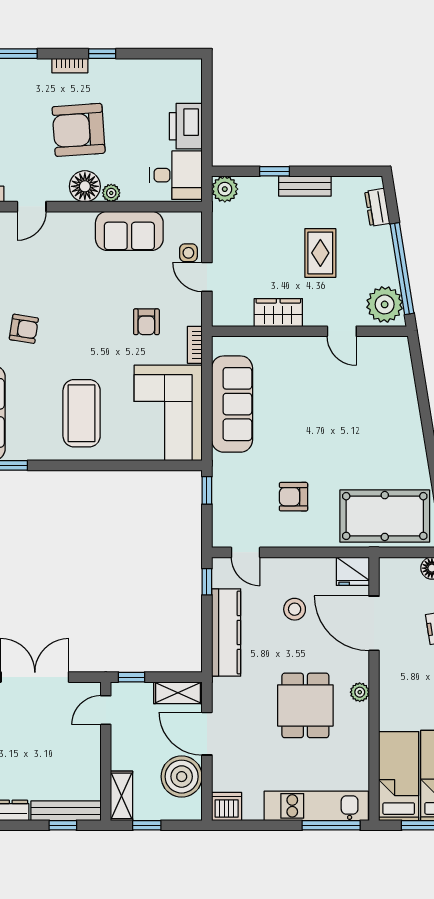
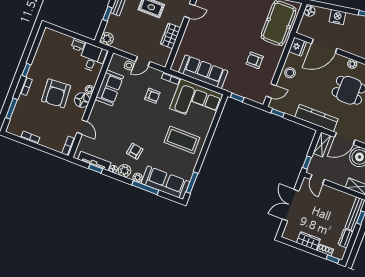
printer: (186, 126) -> (78, 45), width x0.53, depth x0.68
armchair: (293, 497) -> (255, 60), turned 90
stool: (295, 609) -> (290, 73), moved
kitchen counter: (226, 632) -> (316, 118), moved

